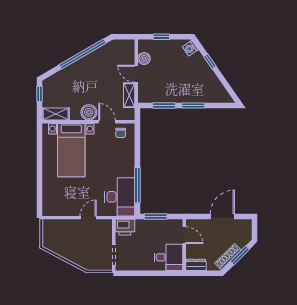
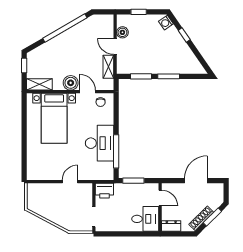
desk: (120, 197) -> (100, 143), moved

